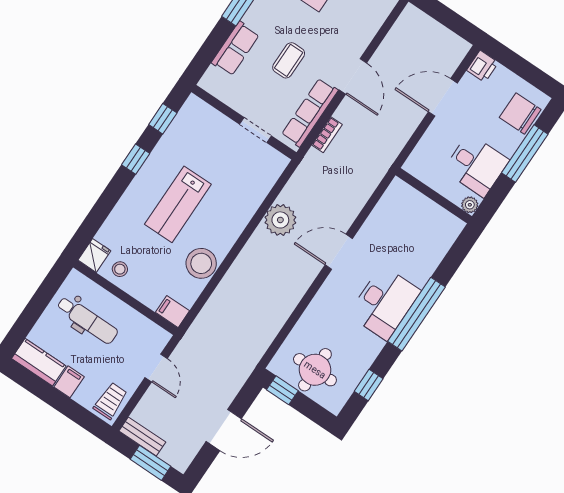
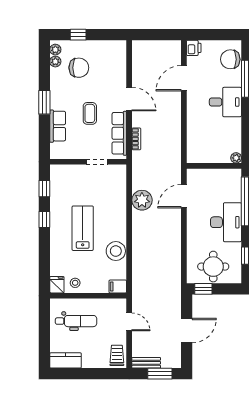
wall: (434, 196) -> (214, 166), moved
lab bench: (178, 204) -> (83, 228), turned 180
plant: (470, 205) -> (236, 158), moved
desk: (384, 303) -> (226, 222), moved
filing cabinet: (69, 382) -> (88, 360), removed

